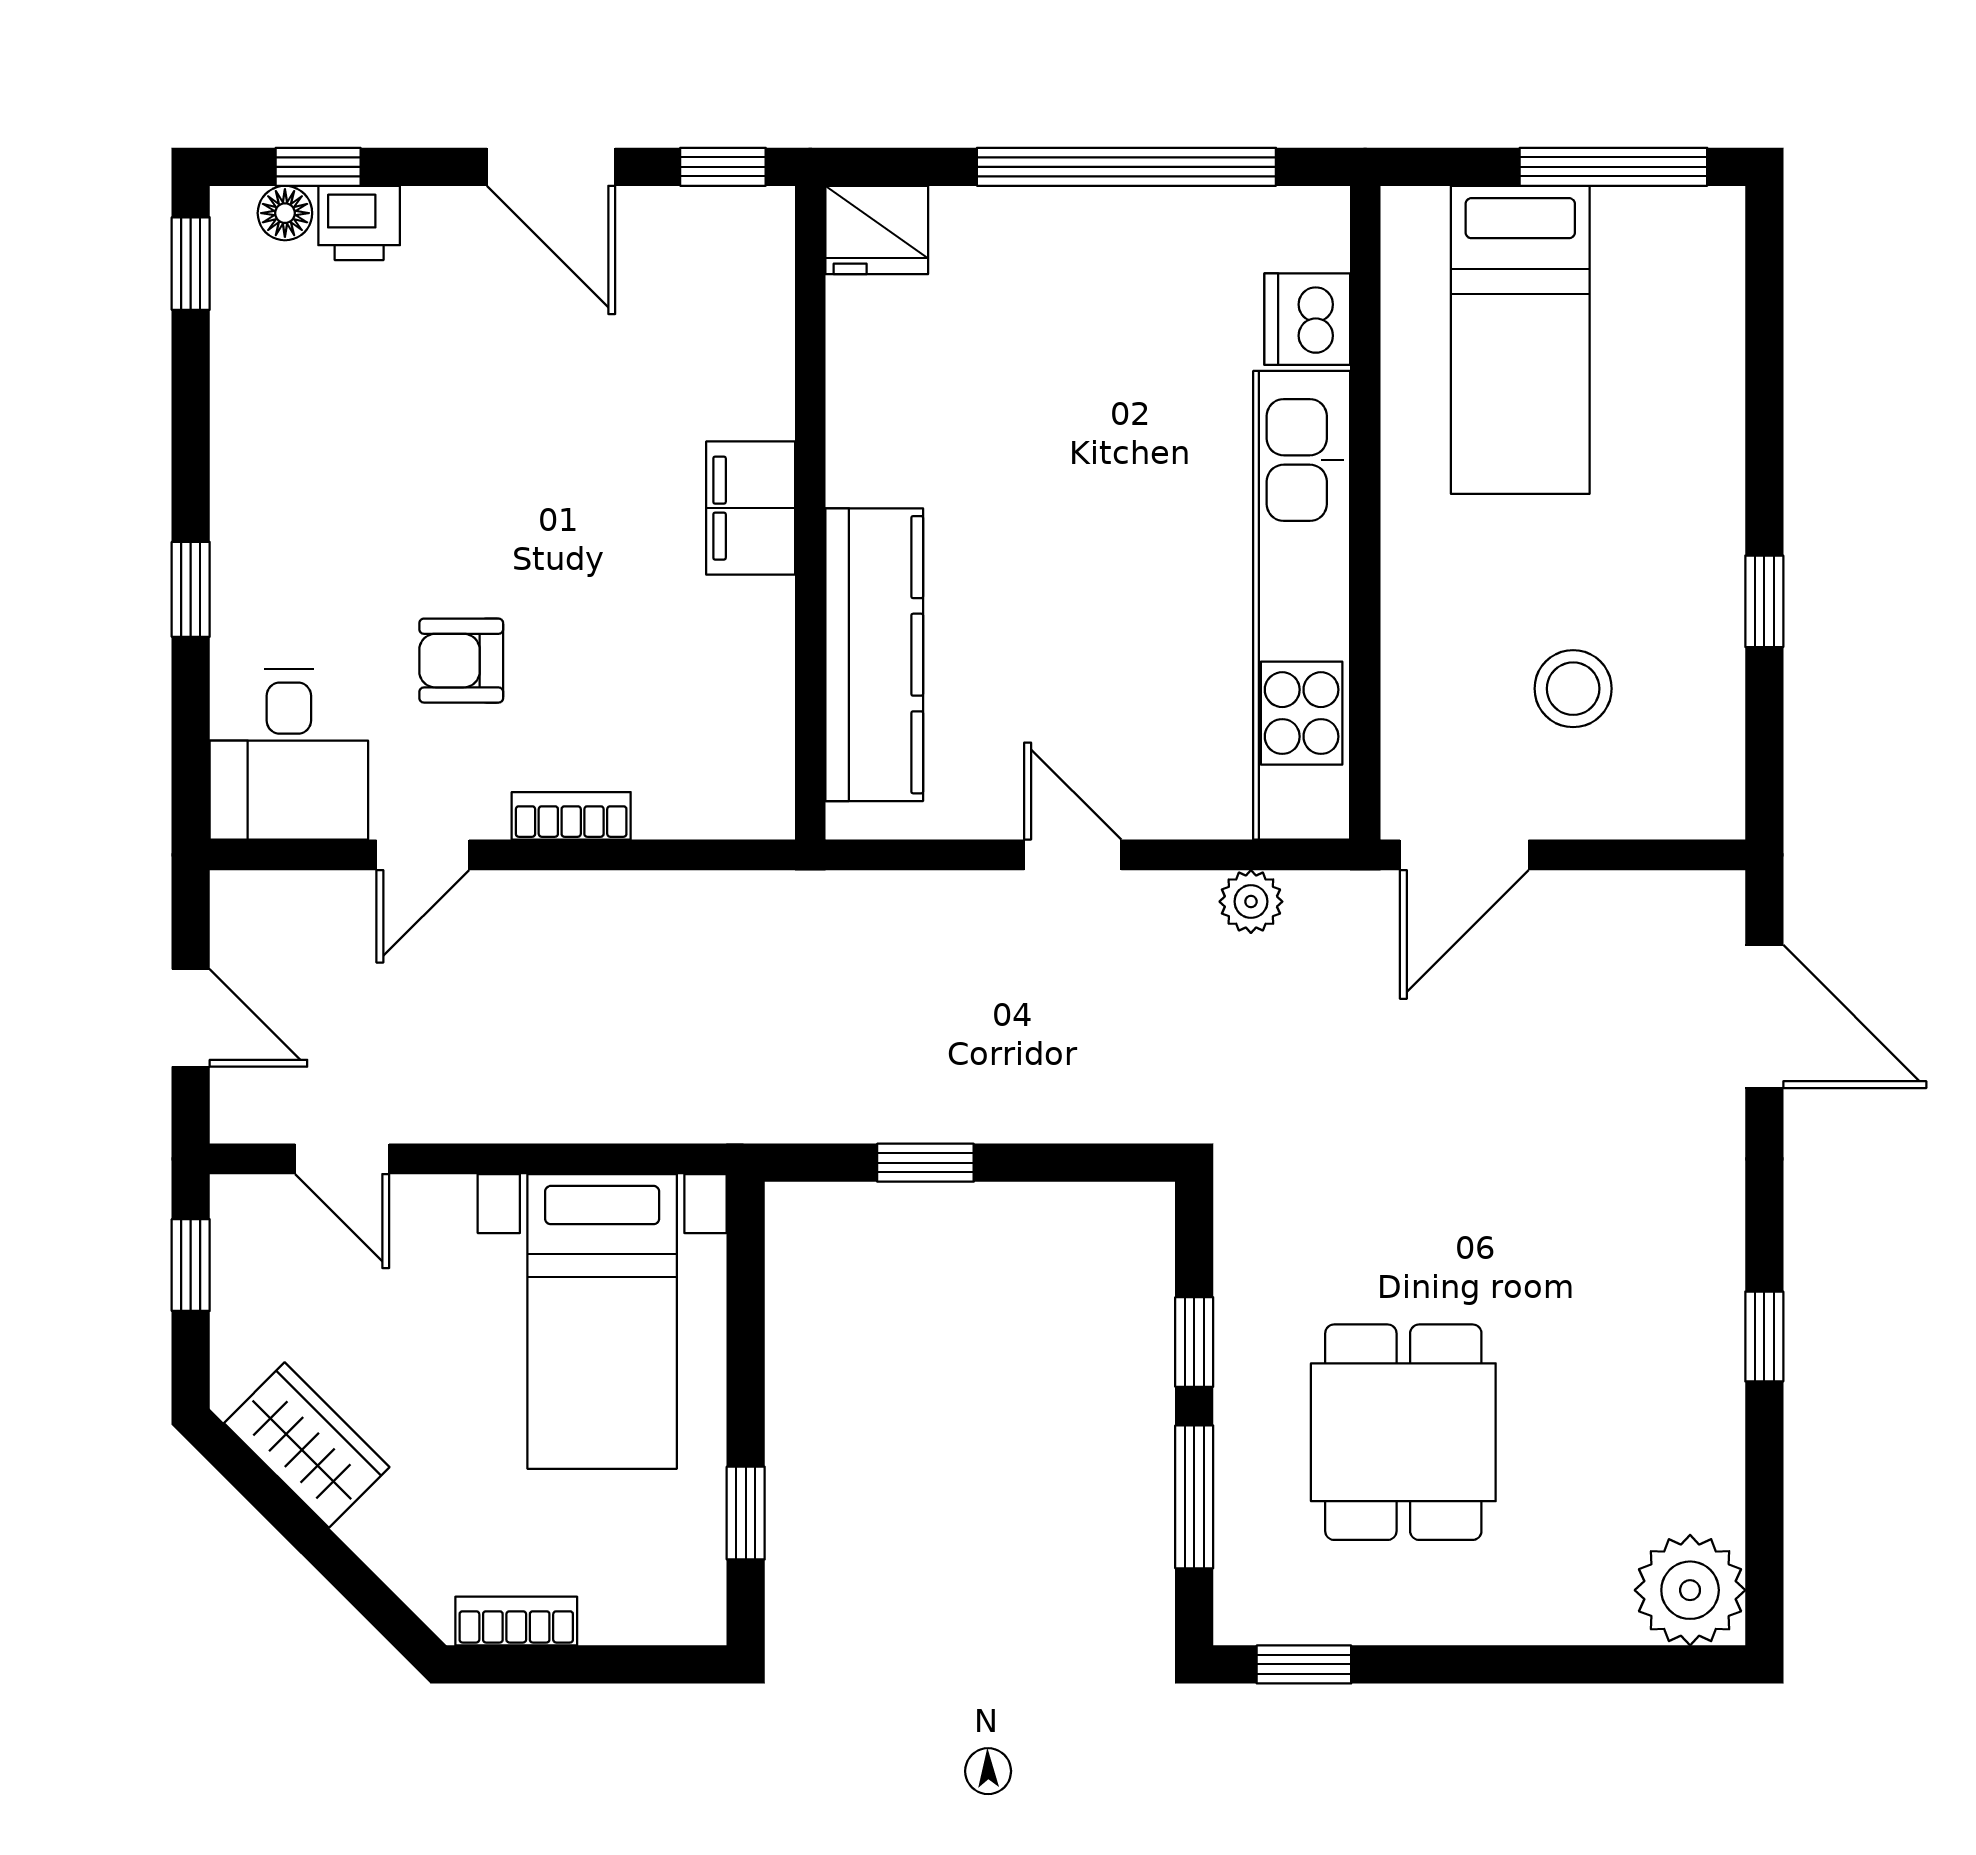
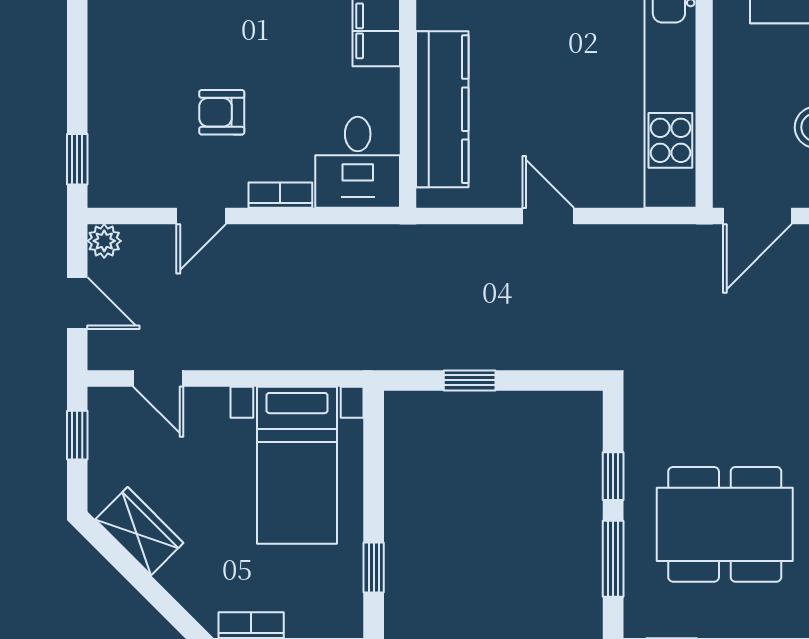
window: (191, 589) -> (77, 159), moved
desk: (289, 754) -> (358, 162), moved
plant: (1251, 902) -> (104, 241), moved
dining table: (1403, 1432) -> (725, 524), width x1.37

